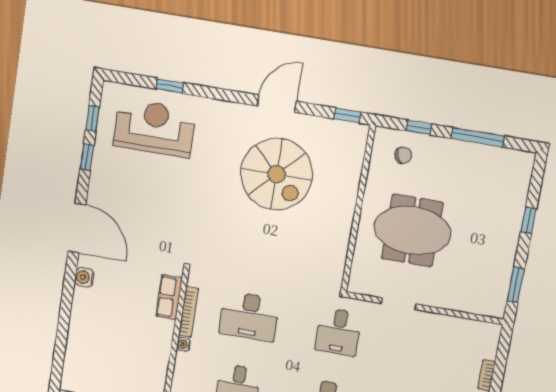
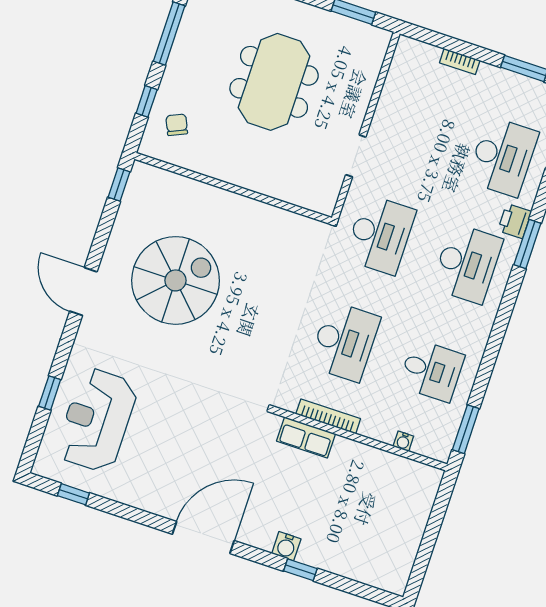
door: (277, 104) -> (83, 291), moved
window: (87, 157) -> (300, 570), moved
meeting table: (412, 230) -> (274, 82), moved
water cooler: (84, 277) -> (286, 546), moved
desk: (338, 332) -> (380, 235), width x1.37
water cooler: (183, 344) -> (403, 441), moved

